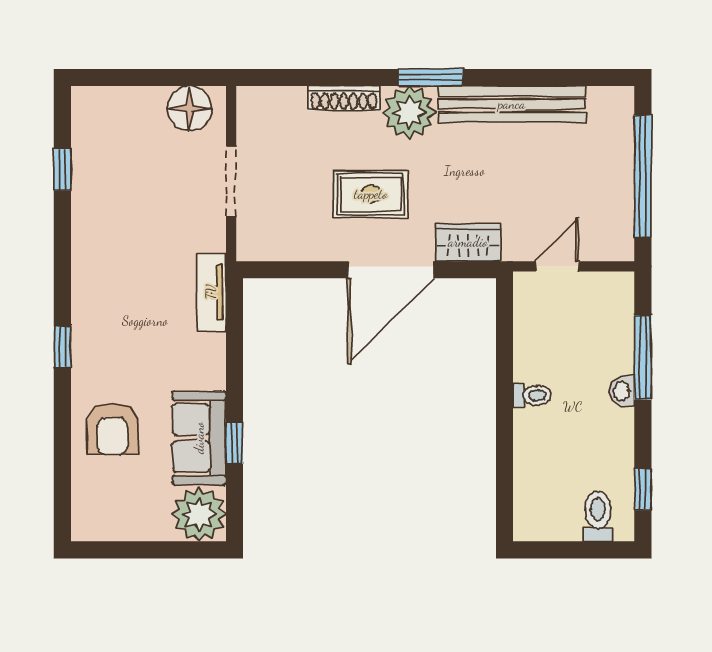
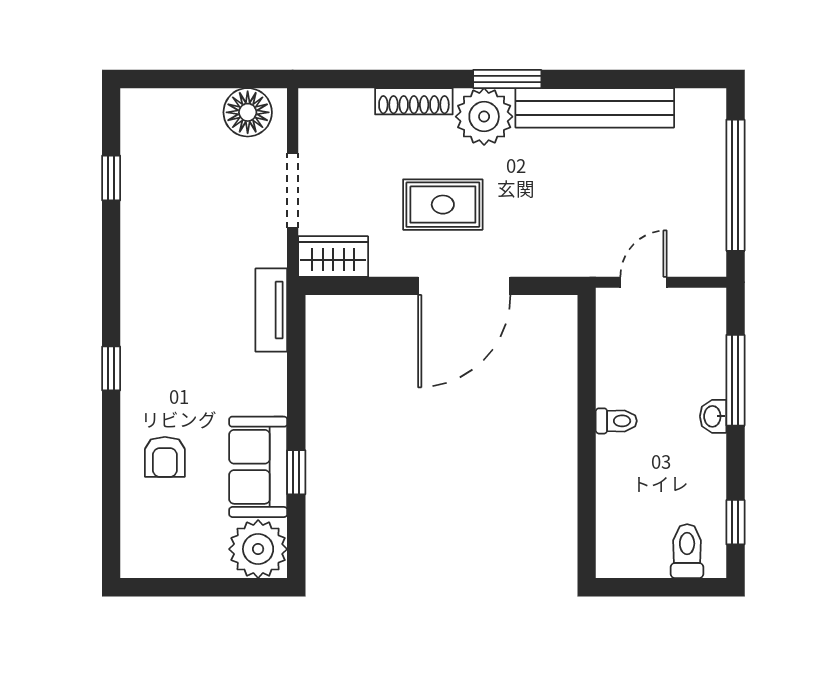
wardrobe: (468, 242) -> (333, 257), moved
armchair: (112, 429) -> (165, 457), width x0.72, depth x0.72

